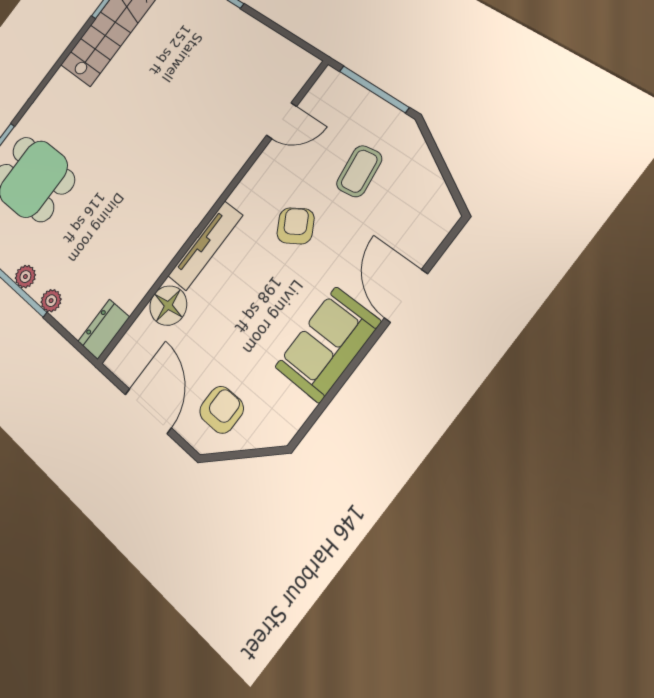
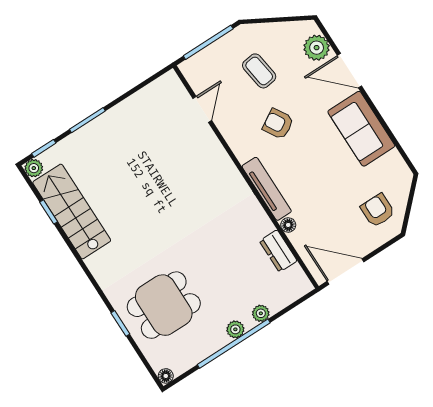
plant: (422, 236) -> (317, 48), added
floor lamp: (168, 306) -> (288, 225), width x0.53, depth x0.53
dresser: (104, 329) -> (278, 251), moved
door: (148, 411) -> (346, 272), moved

